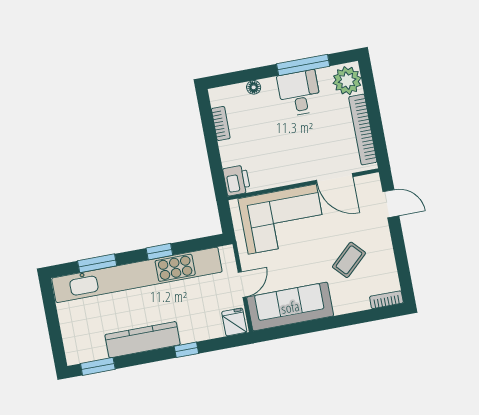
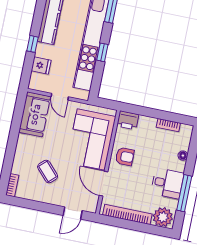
armchair: (287, 165) -> (125, 157), added
door: (335, 178) -> (103, 184), hinge flipped
sofa: (290, 307) -> (35, 114), width x0.73
fridge: (234, 322) -> (41, 65), moved

